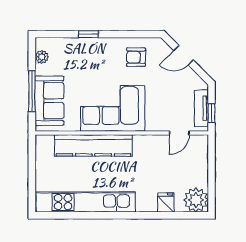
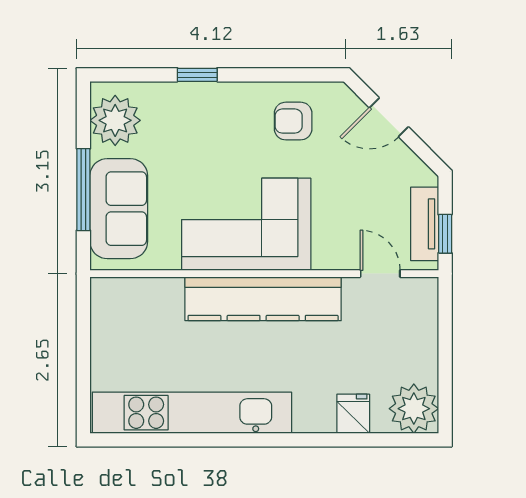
plant: (42, 57) -> (115, 120), width x1.87, depth x1.87
door: (179, 133) -> (380, 274), swing flipped
kitchen counter: (93, 145) -> (263, 299), moved

